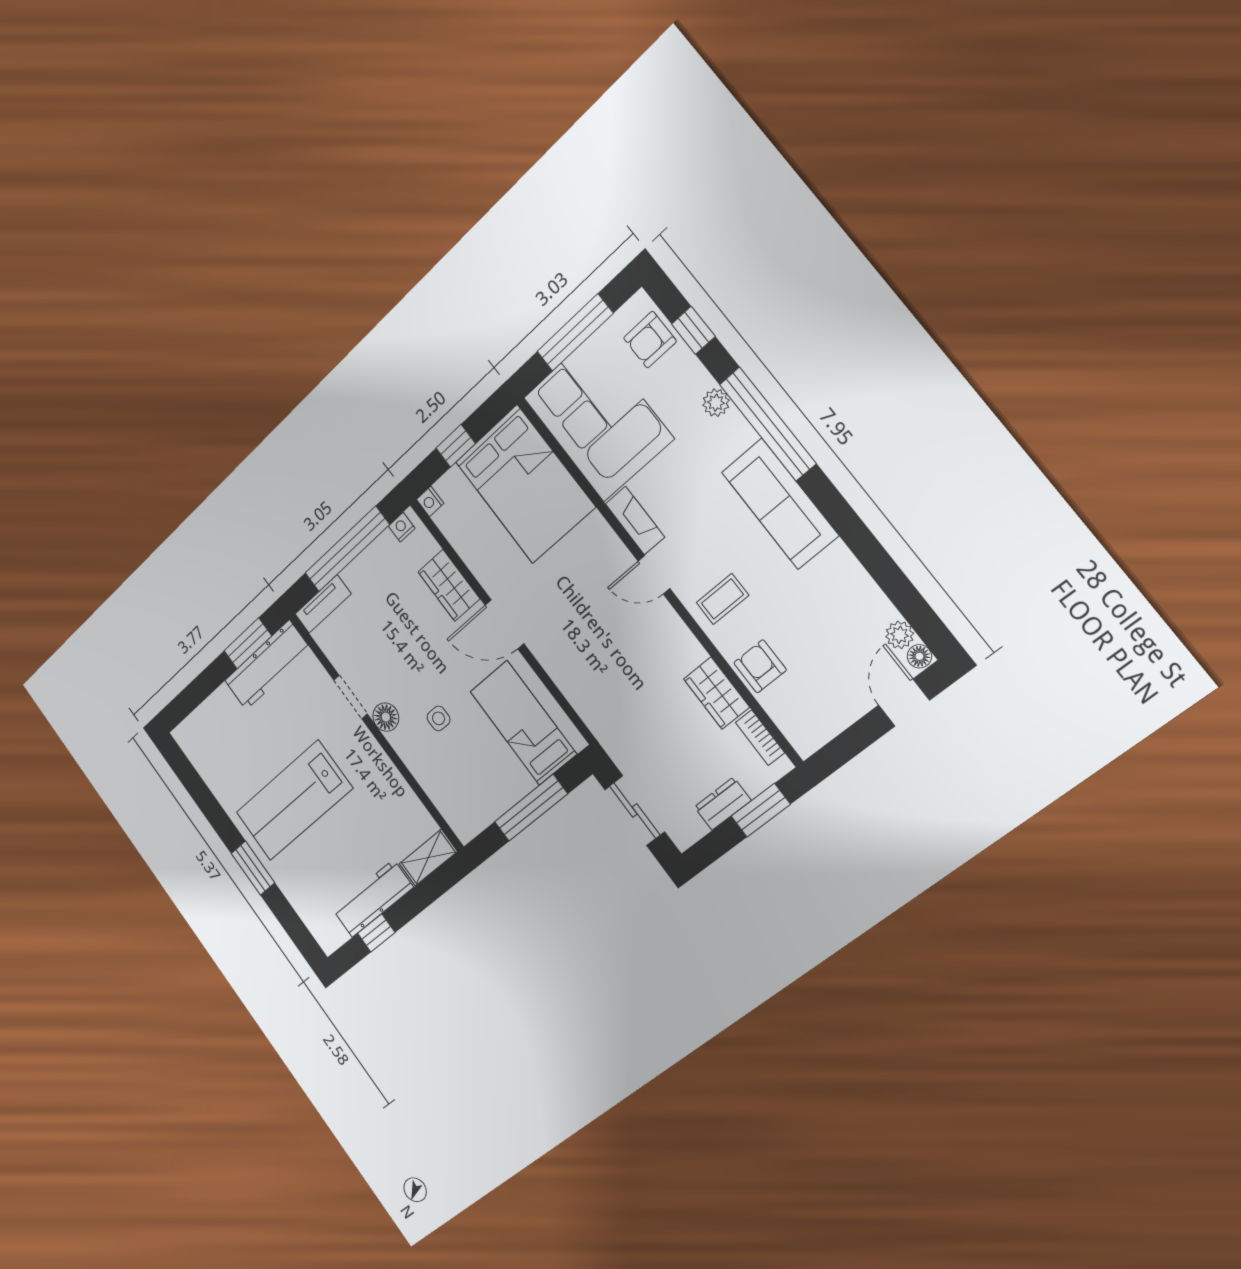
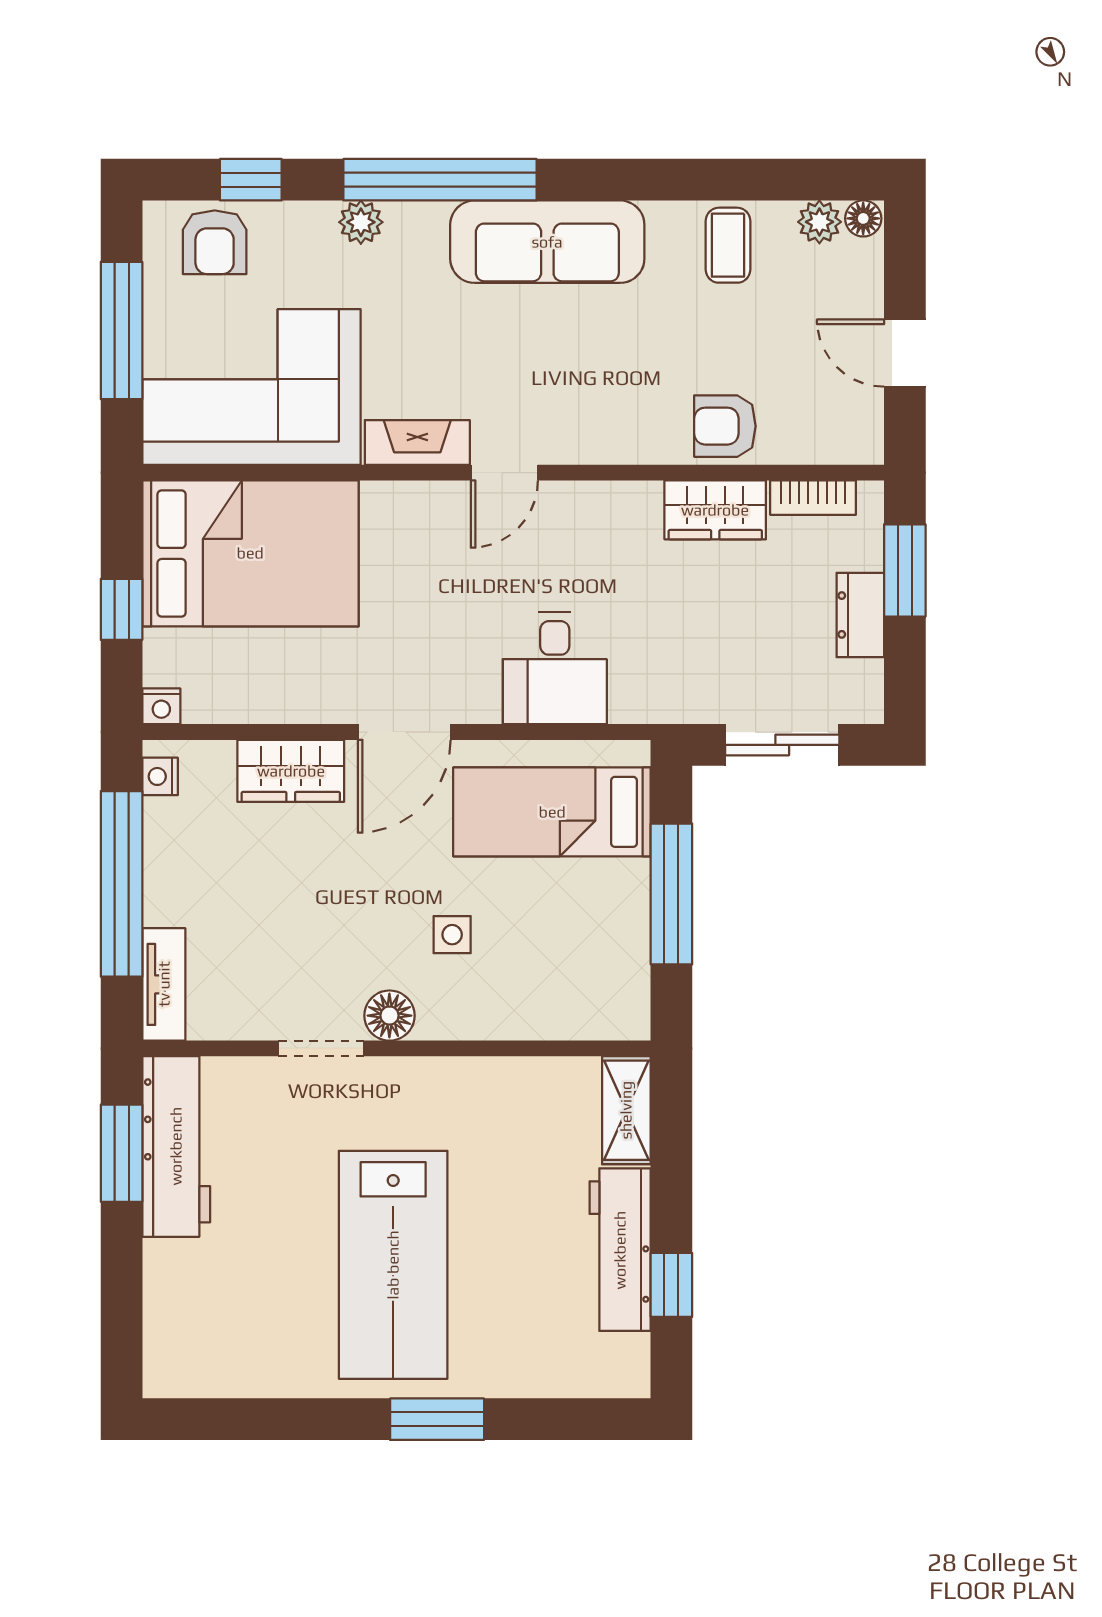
coffee table: (722, 599) -> (728, 245), moved
desk: (585, 673) -> (555, 668), added
door: (904, 703) -> (905, 353), moved

